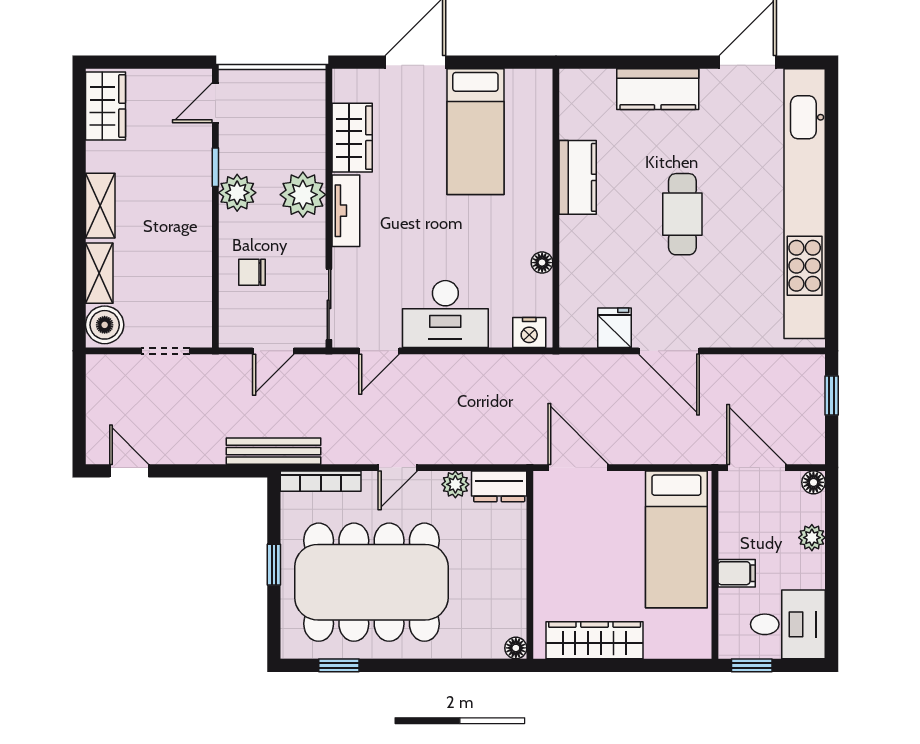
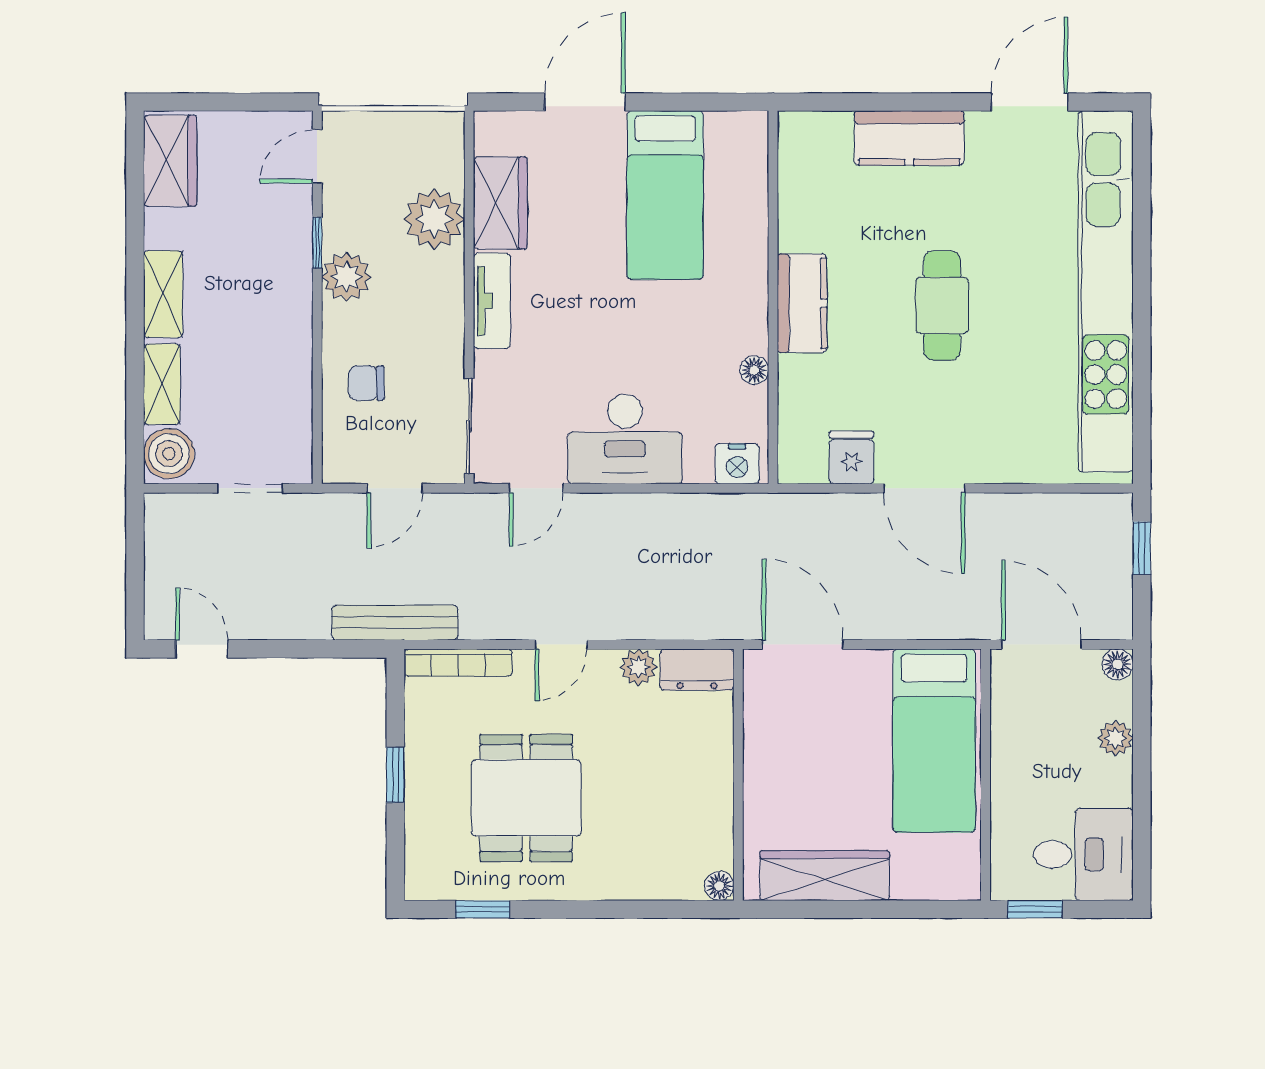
kitchen counter: (578, 177) -> (802, 303), moved
plant: (303, 195) -> (434, 219), moved
filing cabinet: (737, 573) -> (1015, 786), removed
dining table: (371, 582) -> (526, 798), width x0.53, depth x0.80

